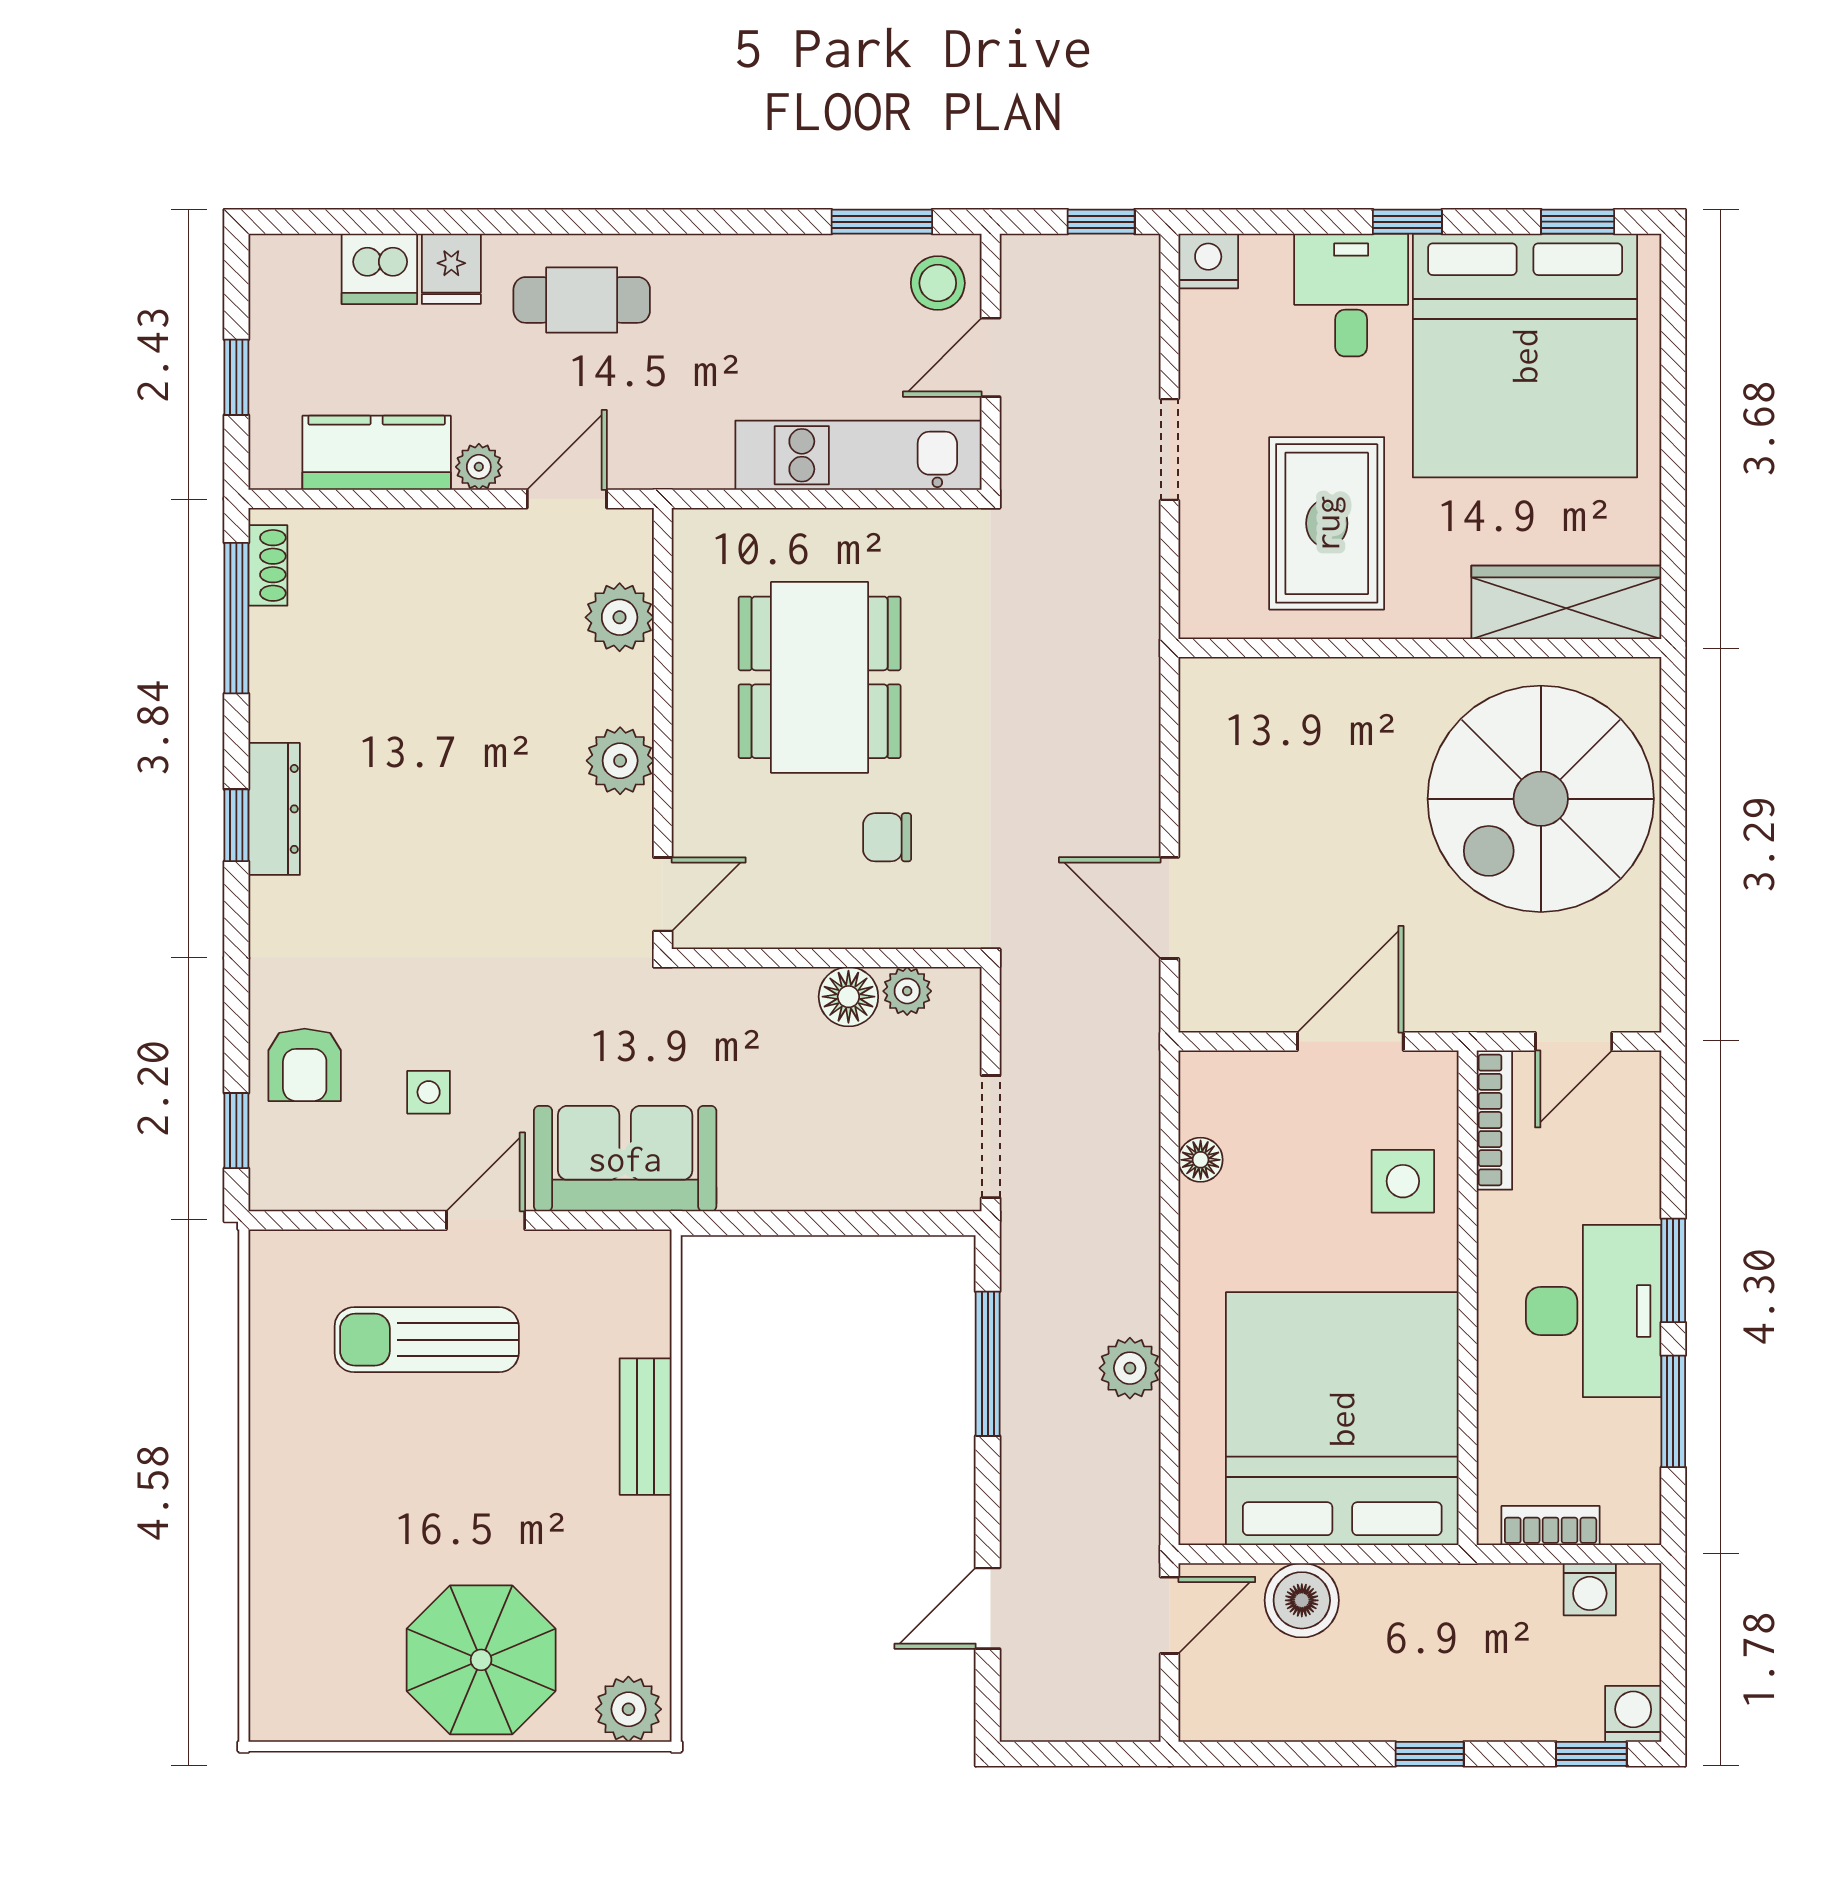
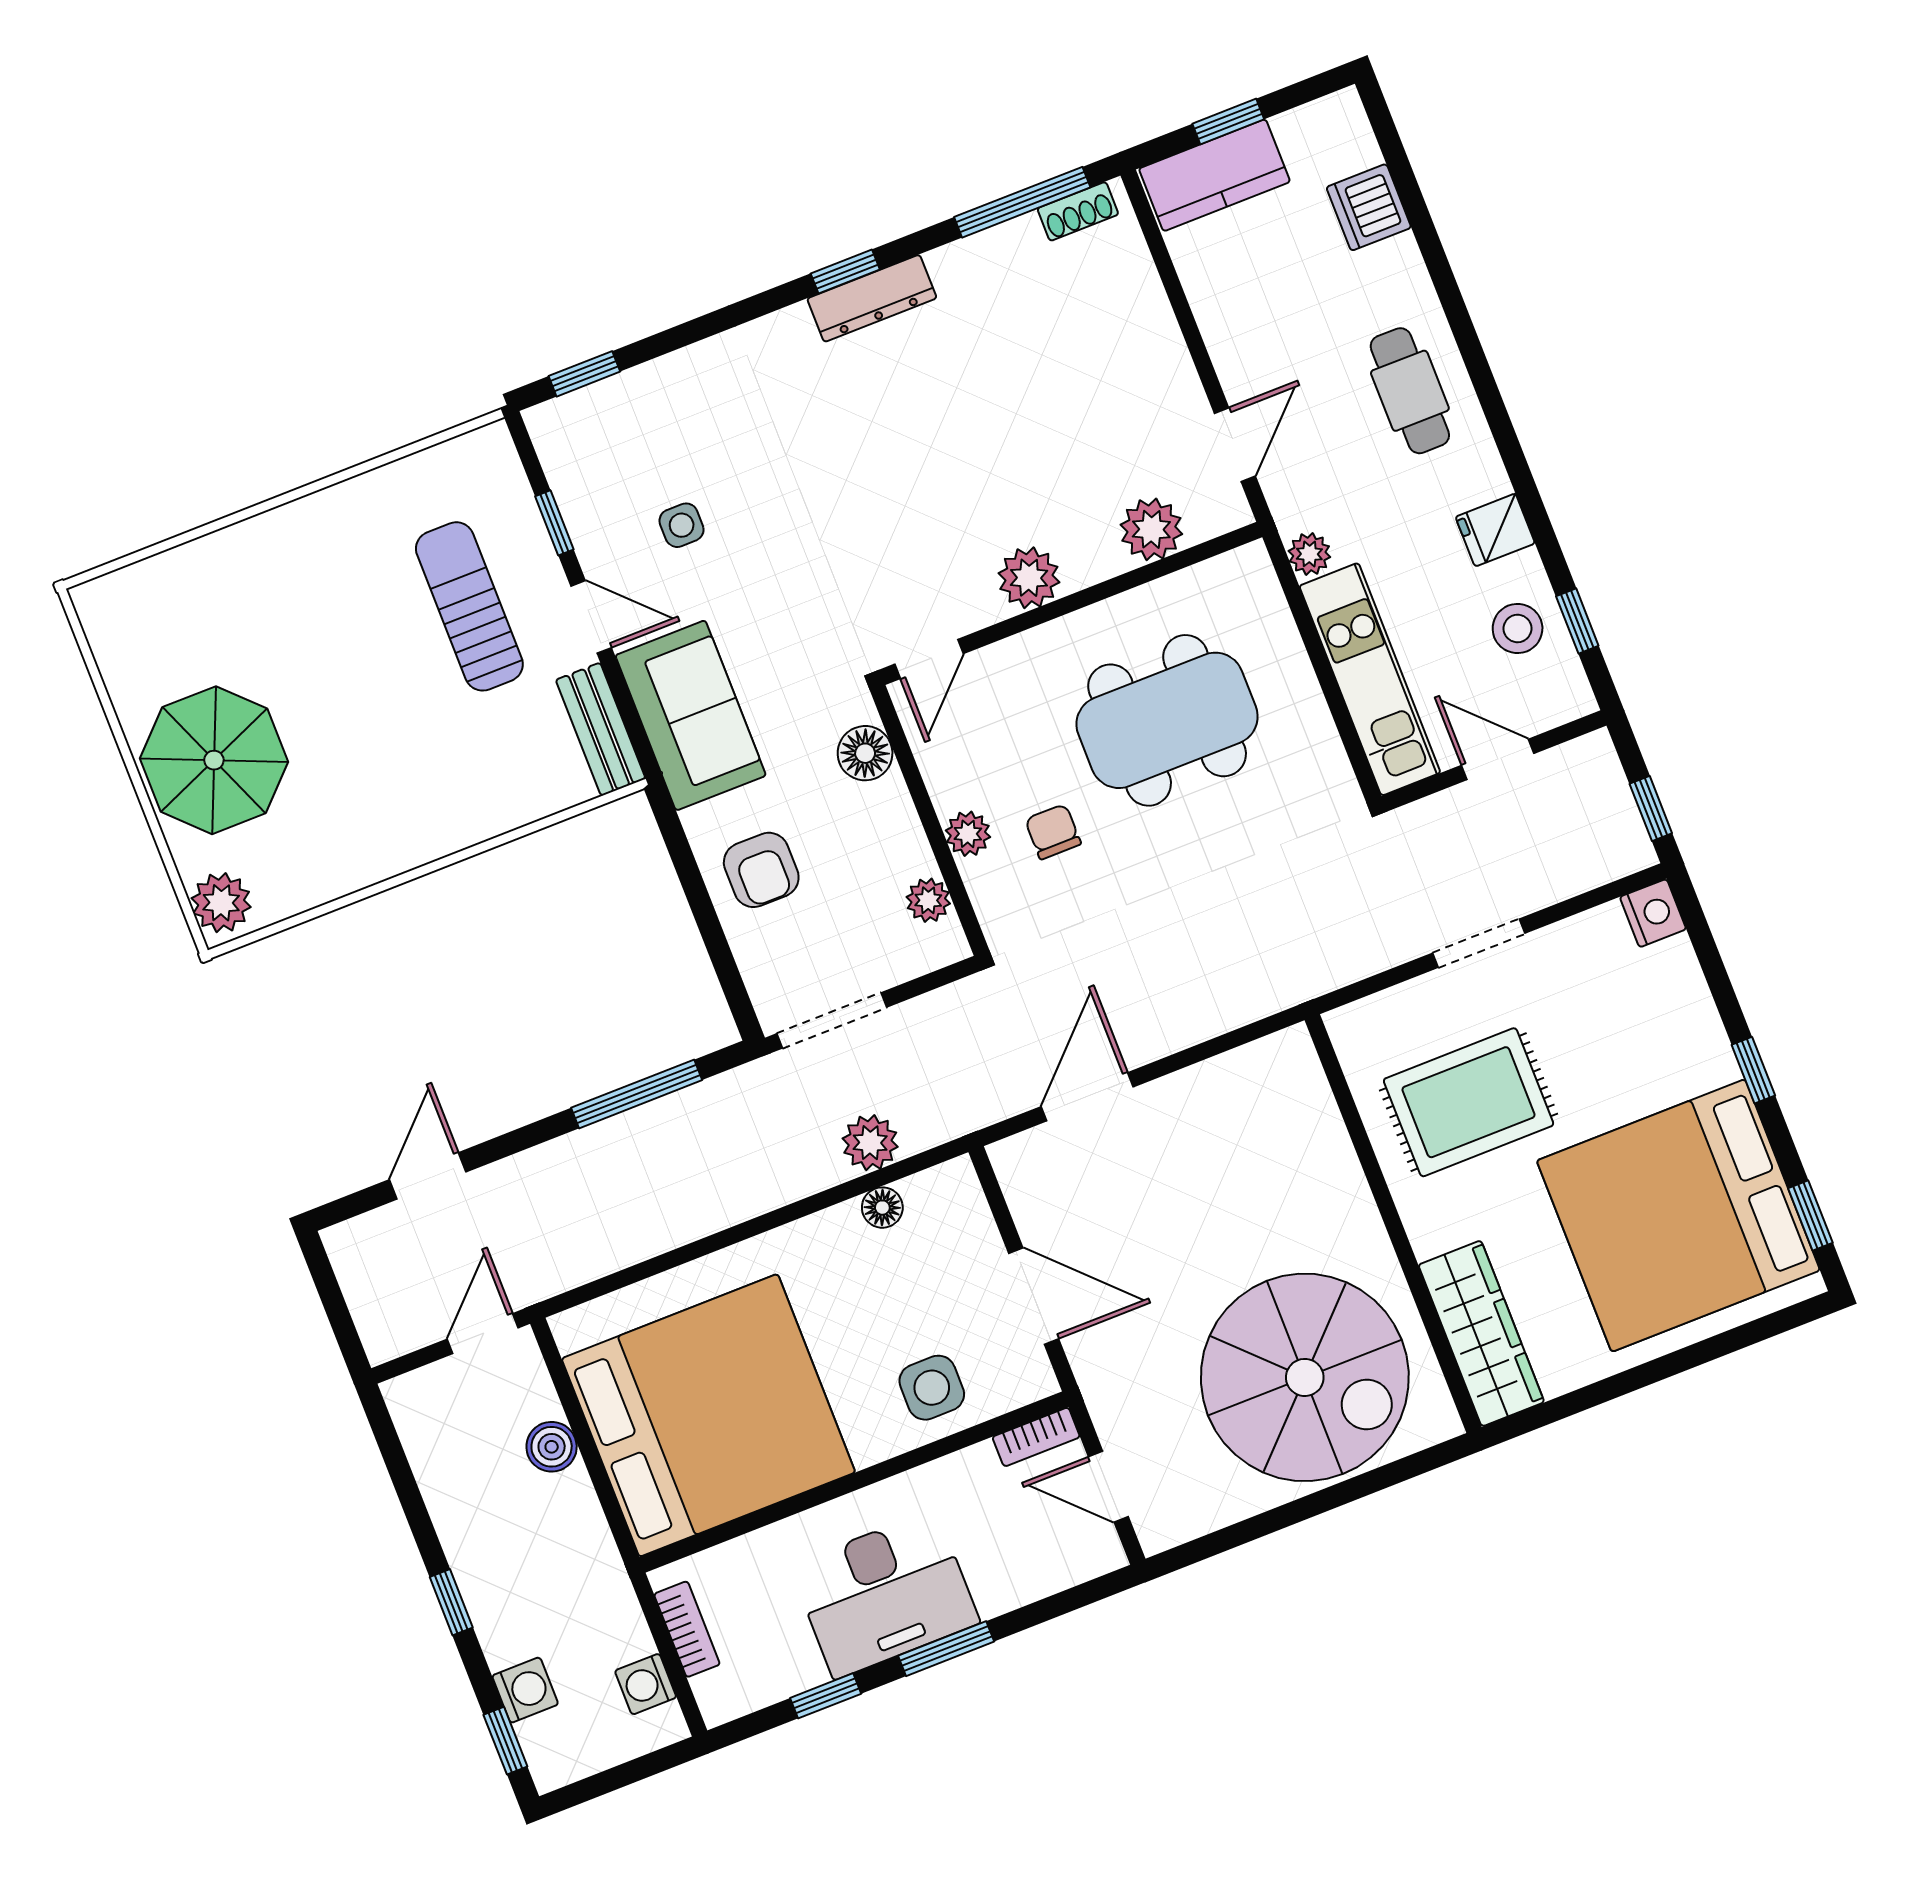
window: (882, 222) -> (1577, 621), width x0.67
fridge: (451, 269) -> (1495, 530), moved
stool: (938, 283) -> (1518, 629), moved
desk: (1351, 295) -> (1672, 1047), removed
kitchen counter: (377, 453) -> (1214, 175), moved, turned 90
plant: (479, 467) -> (1309, 554), moved
door: (567, 499) -> (1235, 445), hinge flipped
spiral stairs: (1541, 799) -> (1305, 1377), turned 180
door: (663, 894) -> (929, 659), hinge flipped
plant: (855, 924) -> (968, 834), added
floor lamp: (848, 997) -> (865, 753), moved
armchair: (305, 1065) -> (761, 870), moved, turned -90
bookcase: (1494, 1120) -> (1036, 1437), width x0.64
window: (376, 1220) -> (554, 523), added
plant: (1130, 1368) -> (870, 1143), moved
window: (1673, 1411) -> (826, 1696), width x0.67
bench: (646, 1427) -> (601, 729), moved, turned 90
boiler: (1302, 1600) -> (552, 1447), width x0.73, depth x0.73
door: (988, 1608) -> (428, 1176), hinge flipped
door: (1169, 1615) -> (483, 1334), swing flipped
washing machine: (1633, 1714) -> (525, 1690), moved

